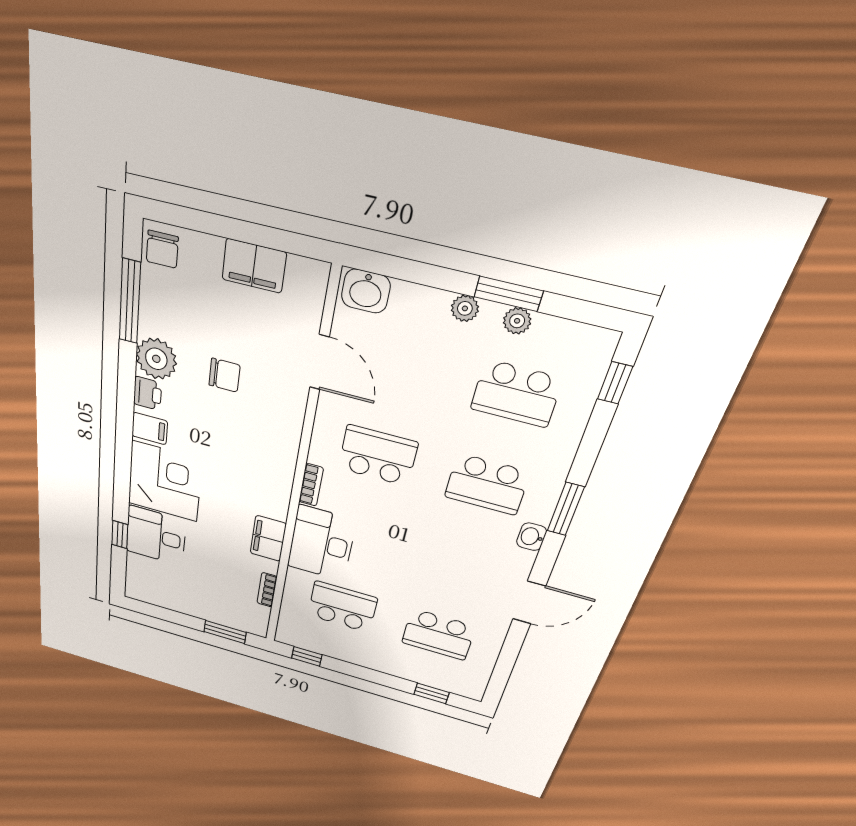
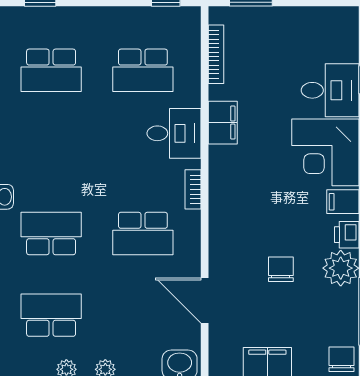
chair: (224, 375) -> (281, 269), turned 90
desk: (322, 543) -> (174, 133), width x0.73
bookcase: (267, 590) -> (216, 54), width x1.56
school desk: (438, 635) -> (51, 70), turned 180

